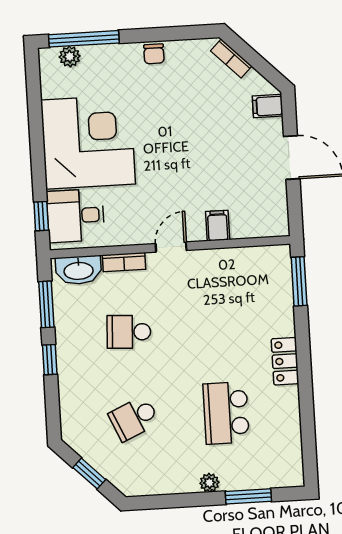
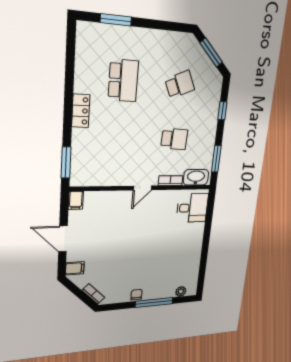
window: (84, 39) -> (154, 303), moved
corner desk: (88, 142) -> (179, 248), removed
window: (41, 216) -> (210, 208), removed
filing cabinet: (218, 226) -> (76, 200), moved
window: (50, 360) -> (222, 111), moved
window: (89, 474) -> (211, 53), width x1.50
plant: (209, 483) -> (140, 34), removed

